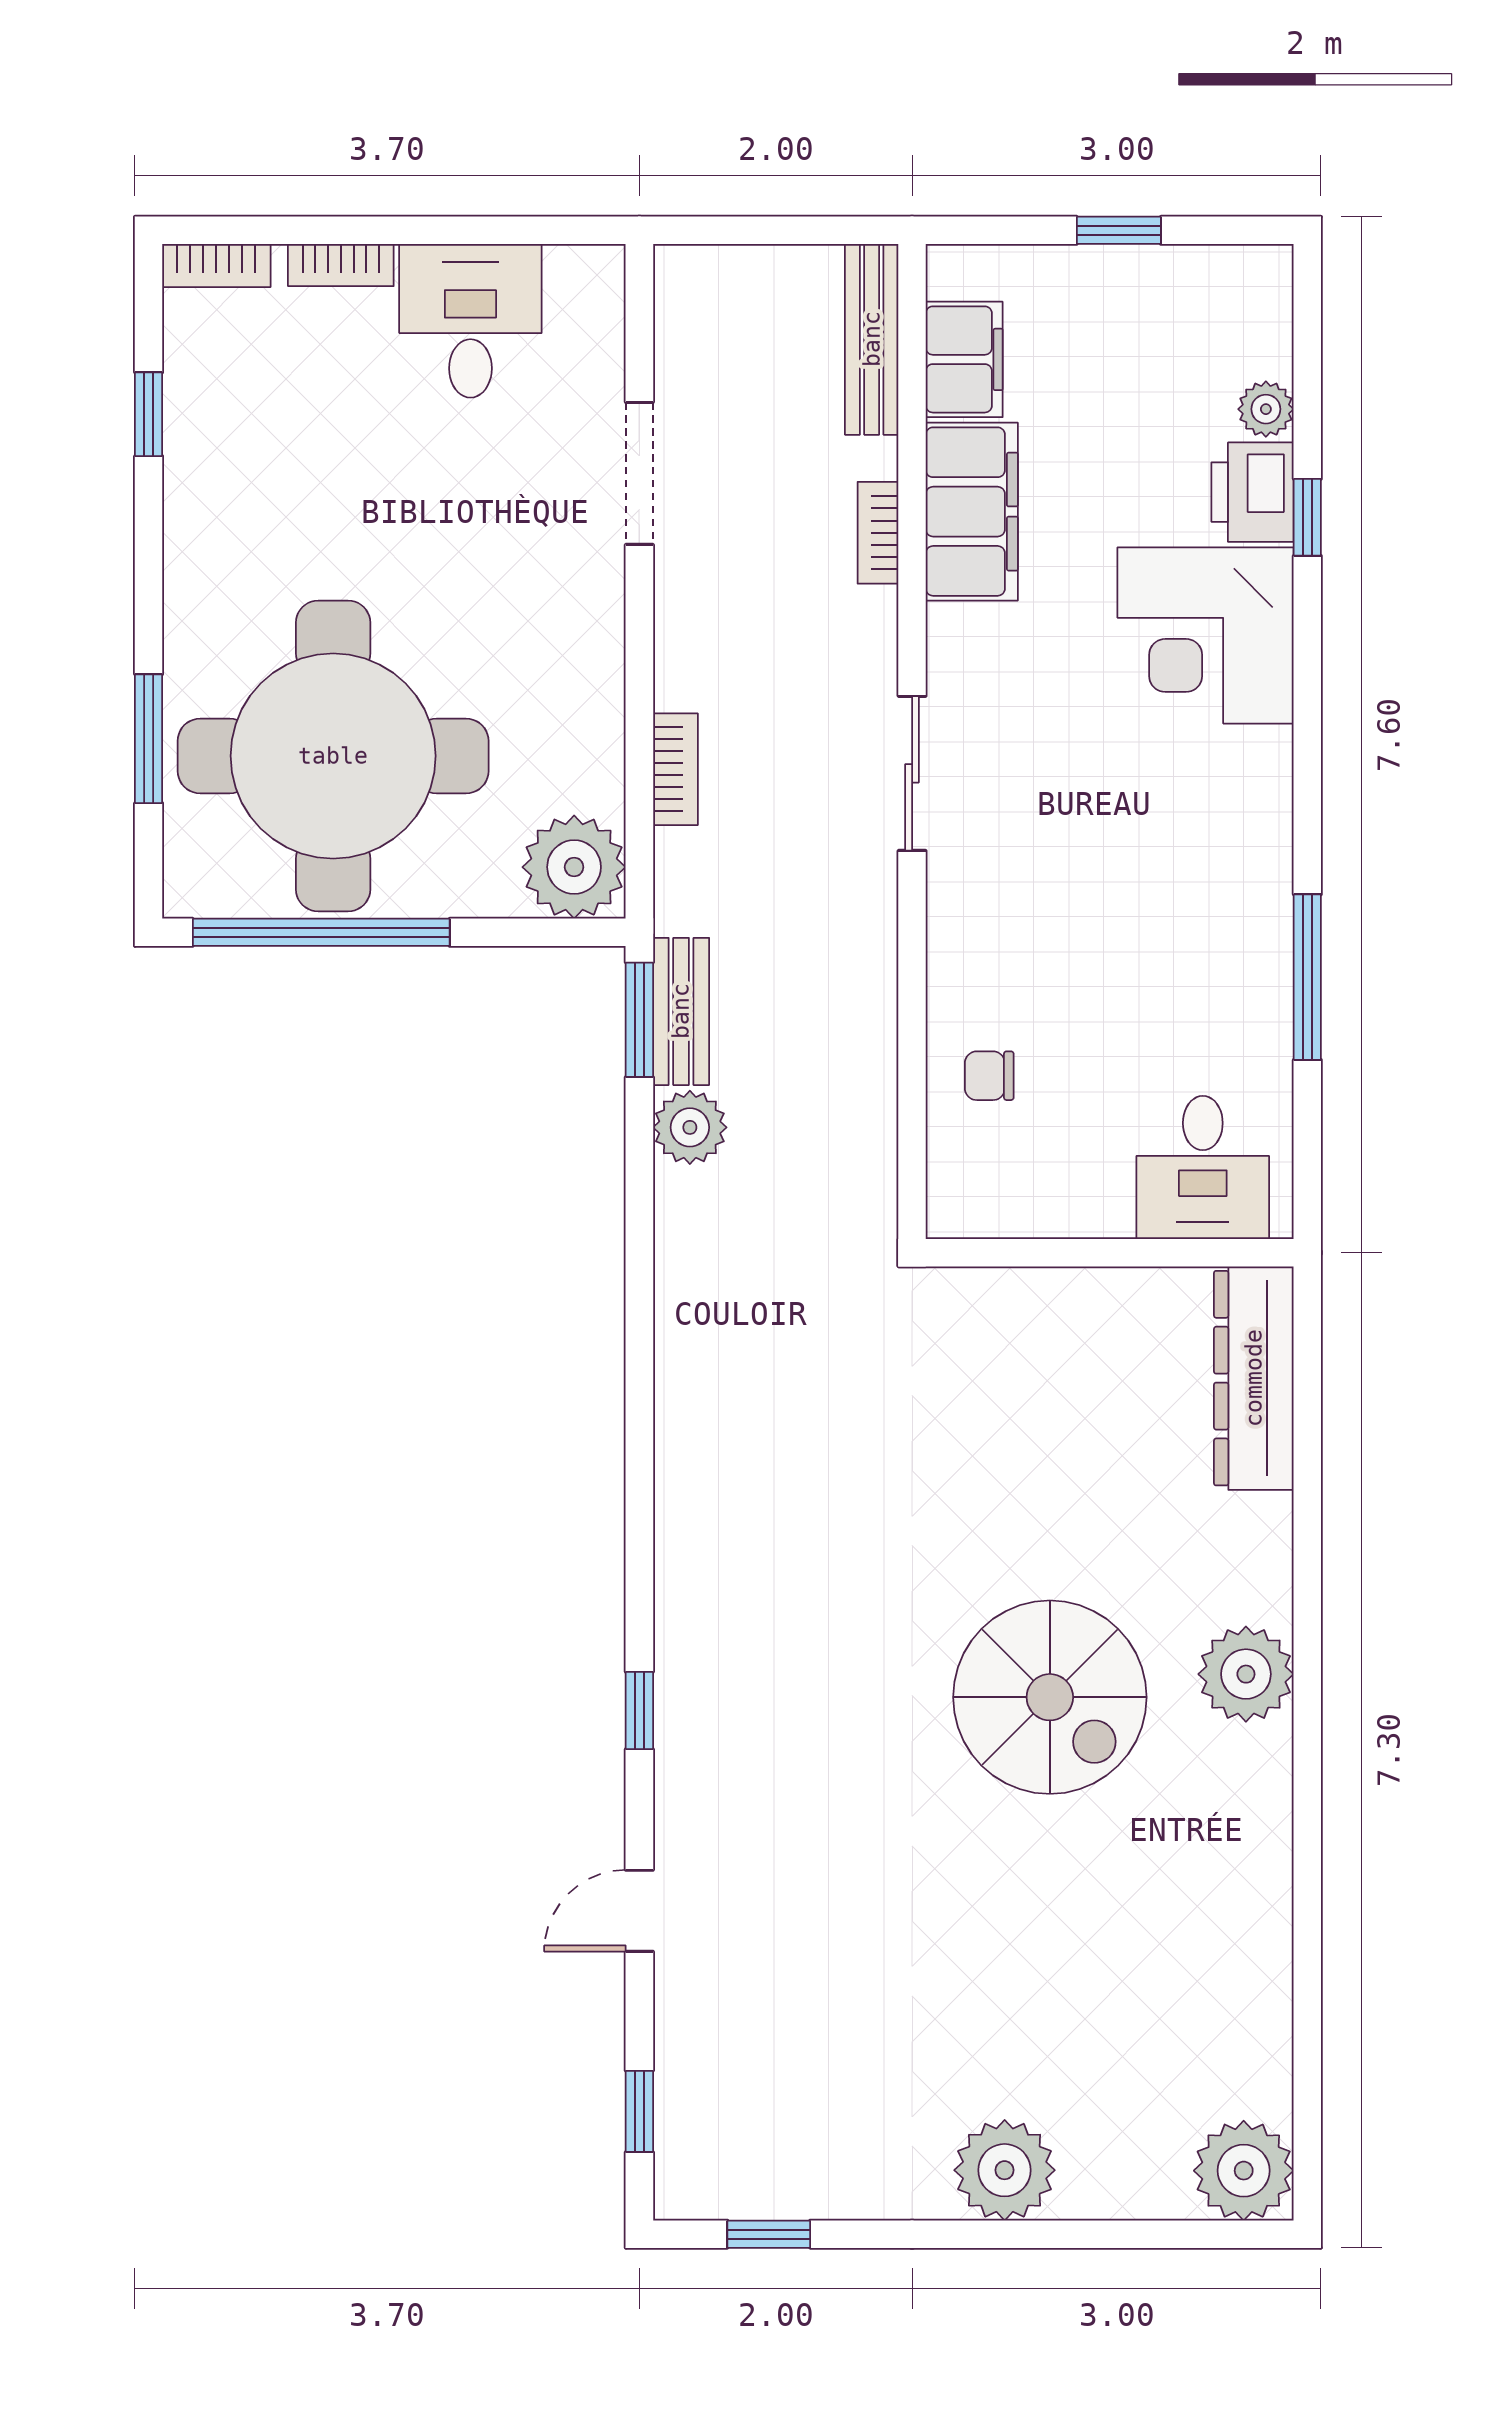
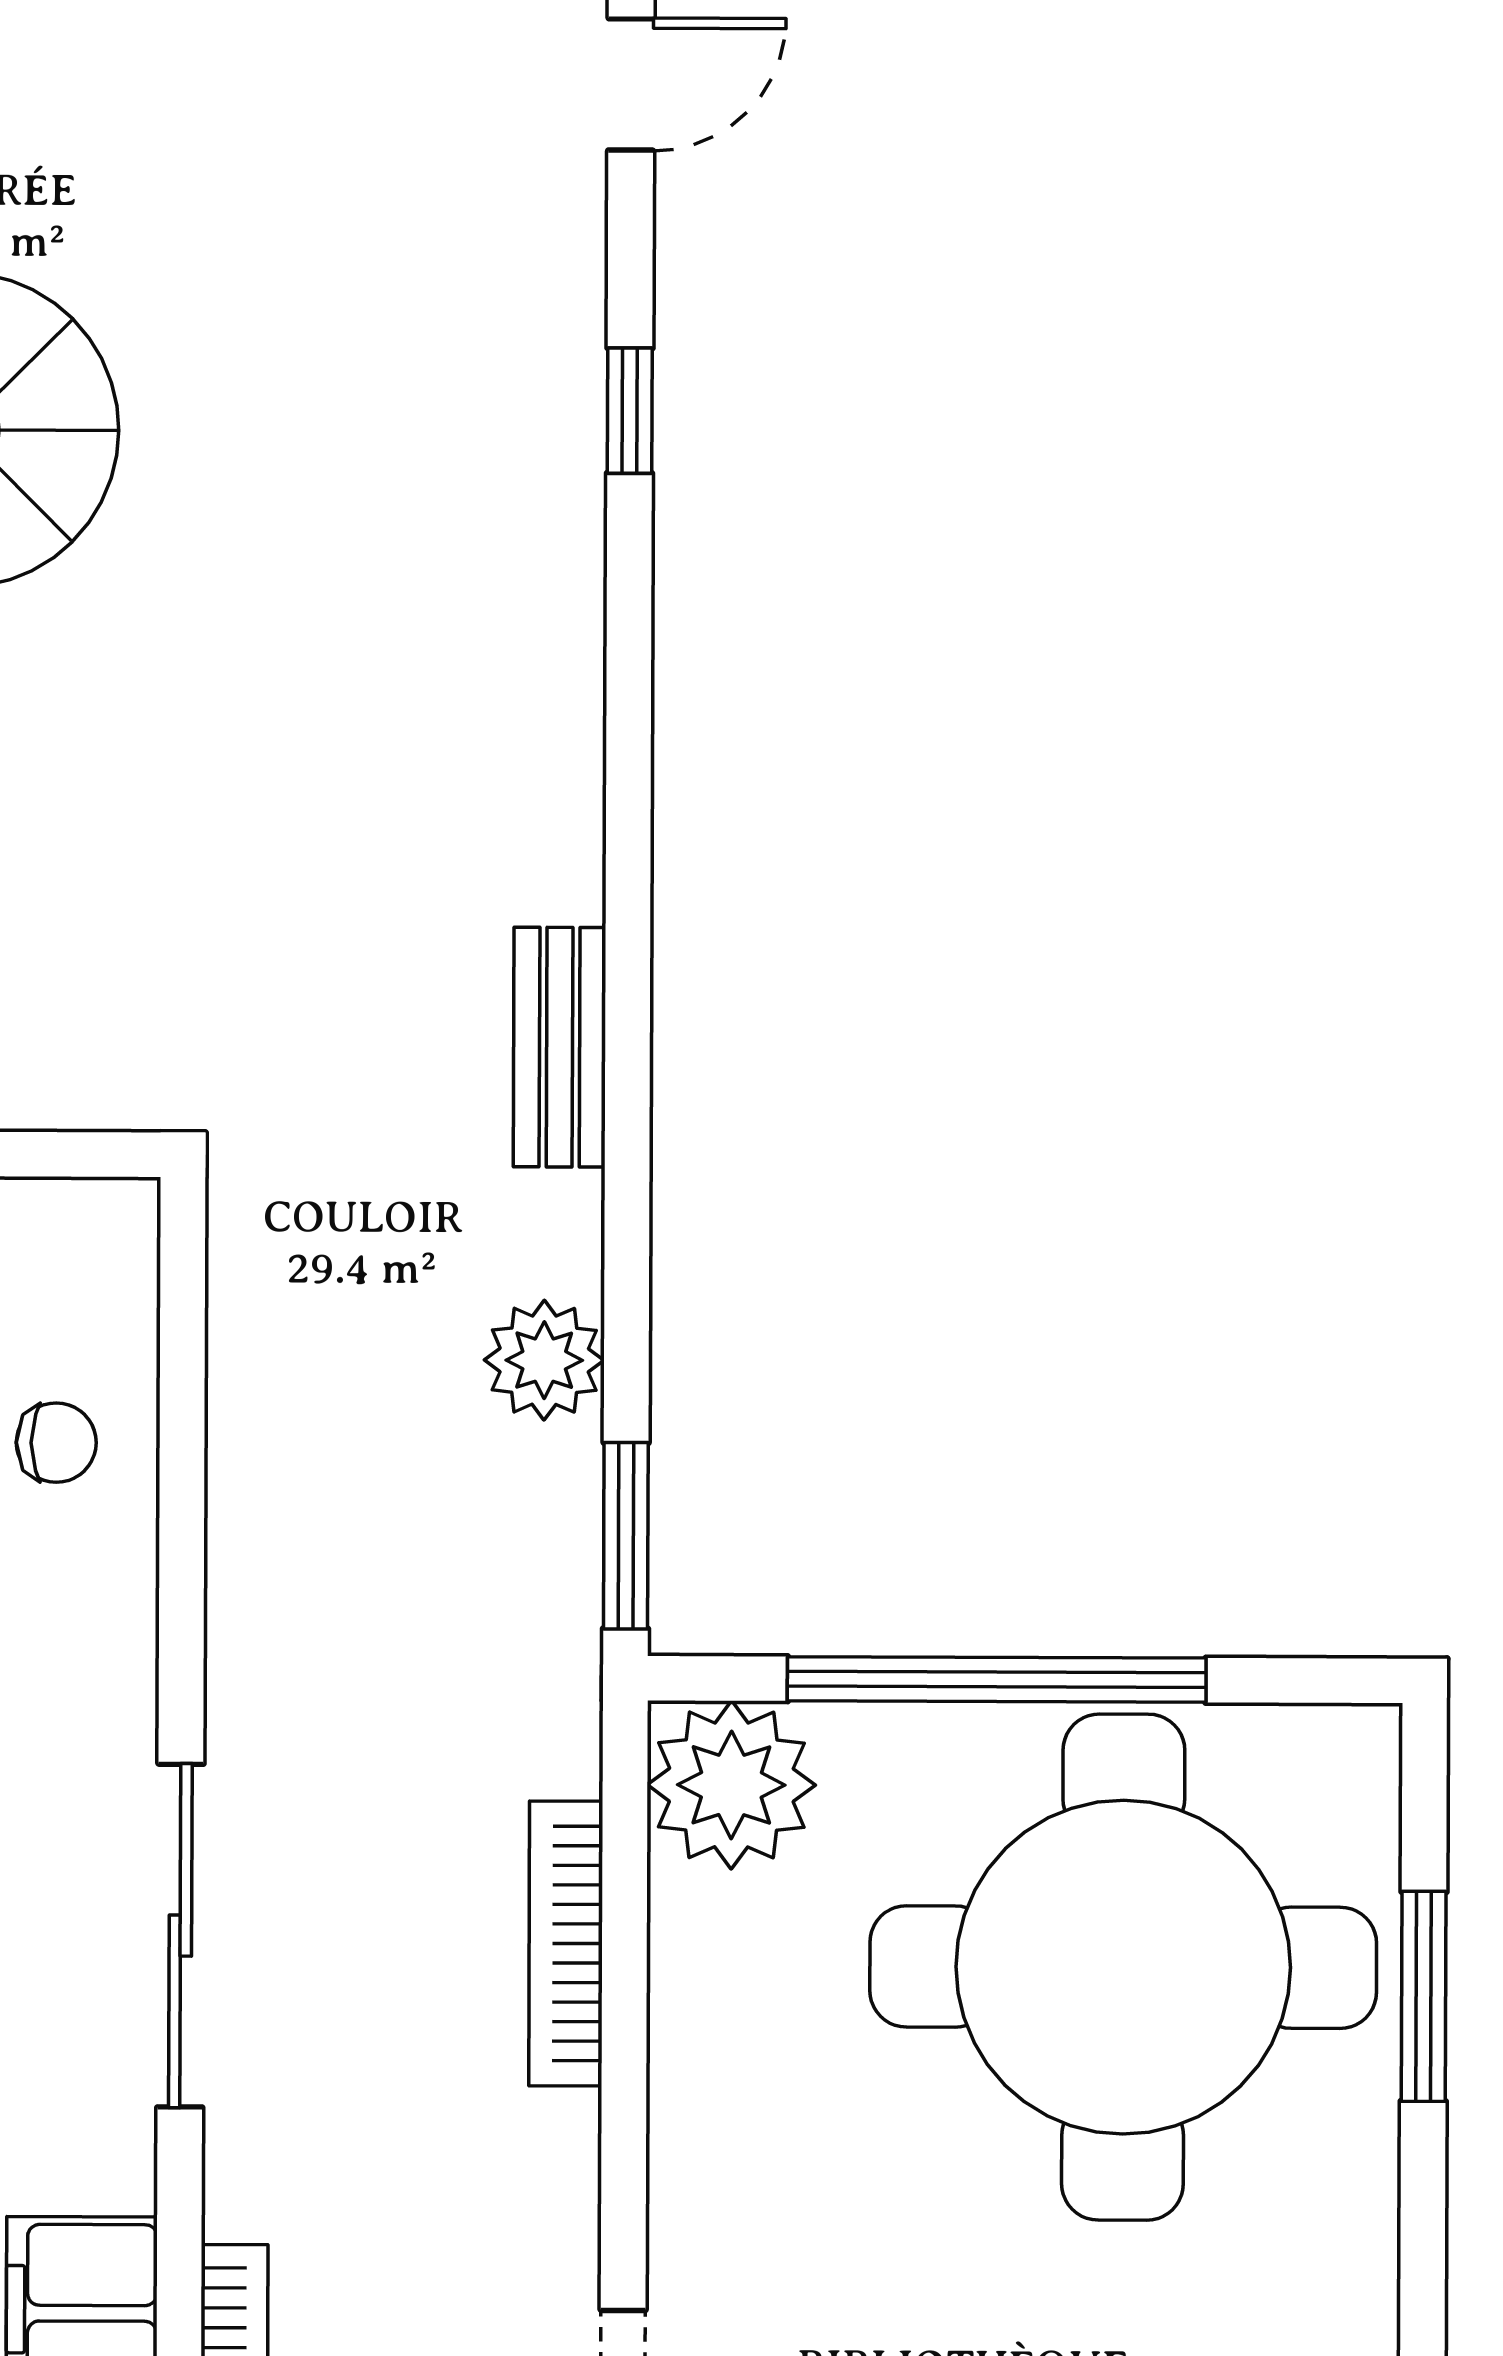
bookcase: (675, 769) -> (566, 1944), width x1.56
sliding door: (912, 773) -> (180, 1936), width x1.37
window: (321, 932) -> (997, 1679), moved
bench: (681, 1011) -> (560, 1047), moved

